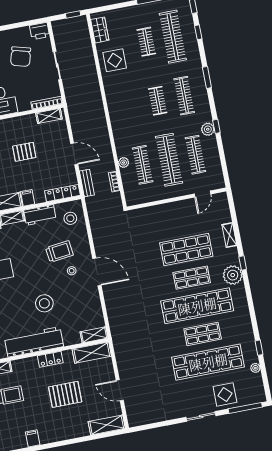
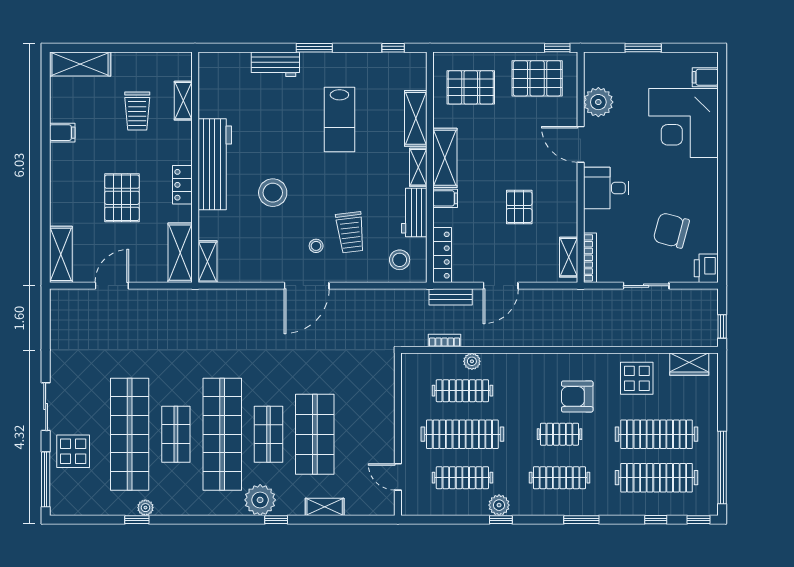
clothes rail: (146, 42) -> (657, 434), width x1.86, depth x1.31
armchair: (133, 94) -> (577, 396), added
plant: (255, 368) -> (145, 508), moved

